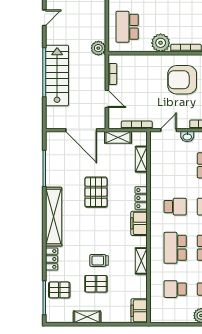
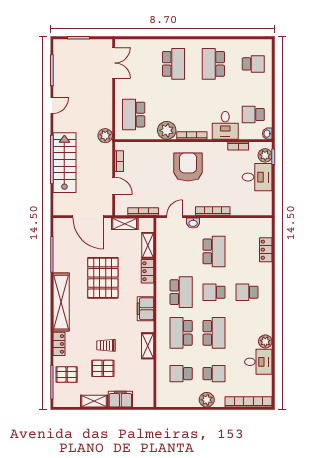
armchair: (182, 80) -> (188, 167), turned 90
pallet: (96, 192) -> (103, 278), width x1.37, depth x1.41
locker: (141, 198) -> (148, 271), moved
school desk: (175, 207) -> (181, 292), width x1.85
filing cabinet: (139, 311) -> (120, 399), moved, turned 90

